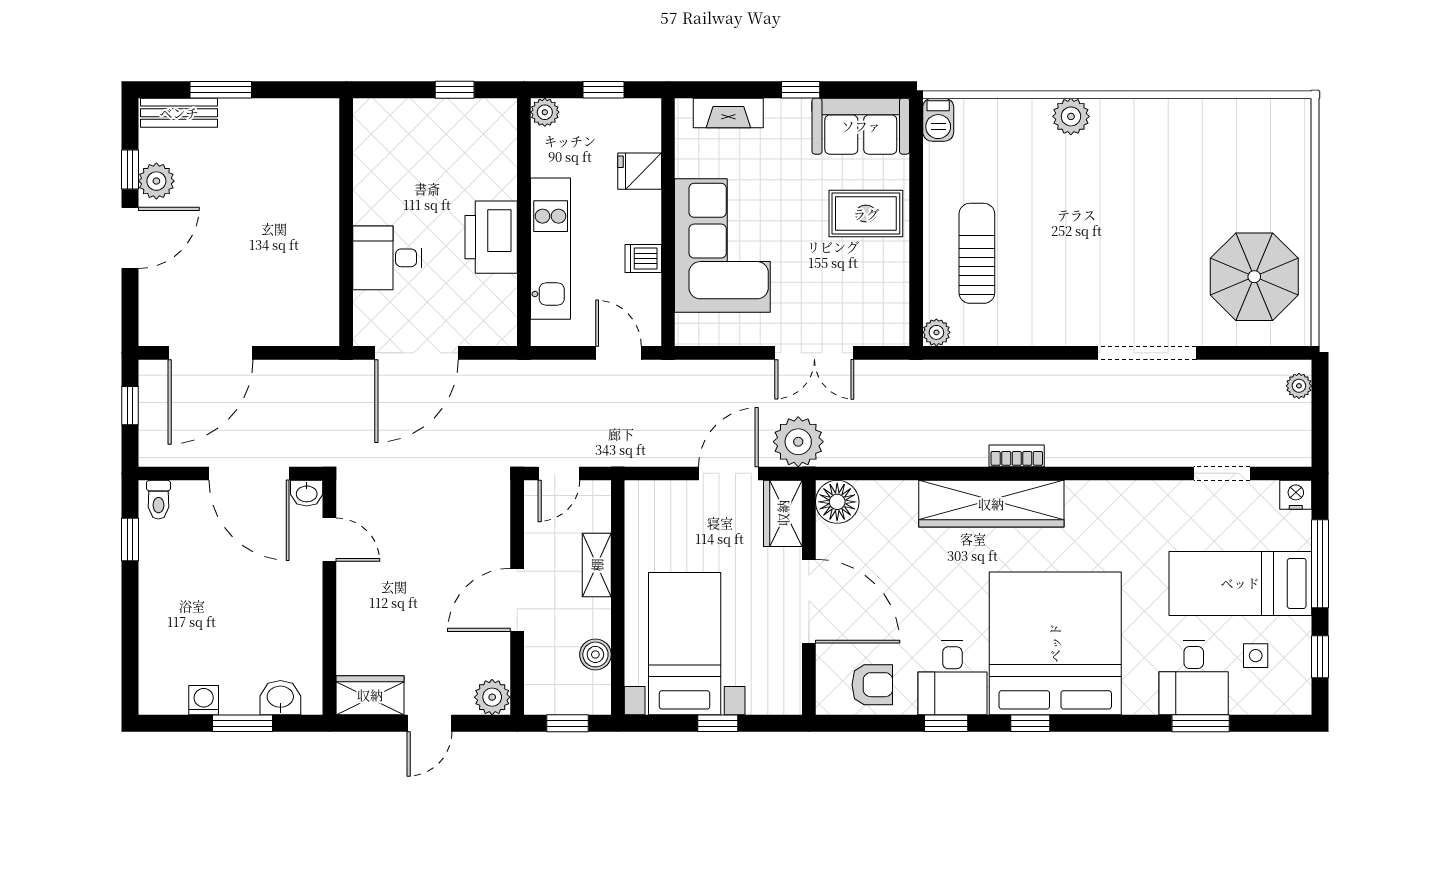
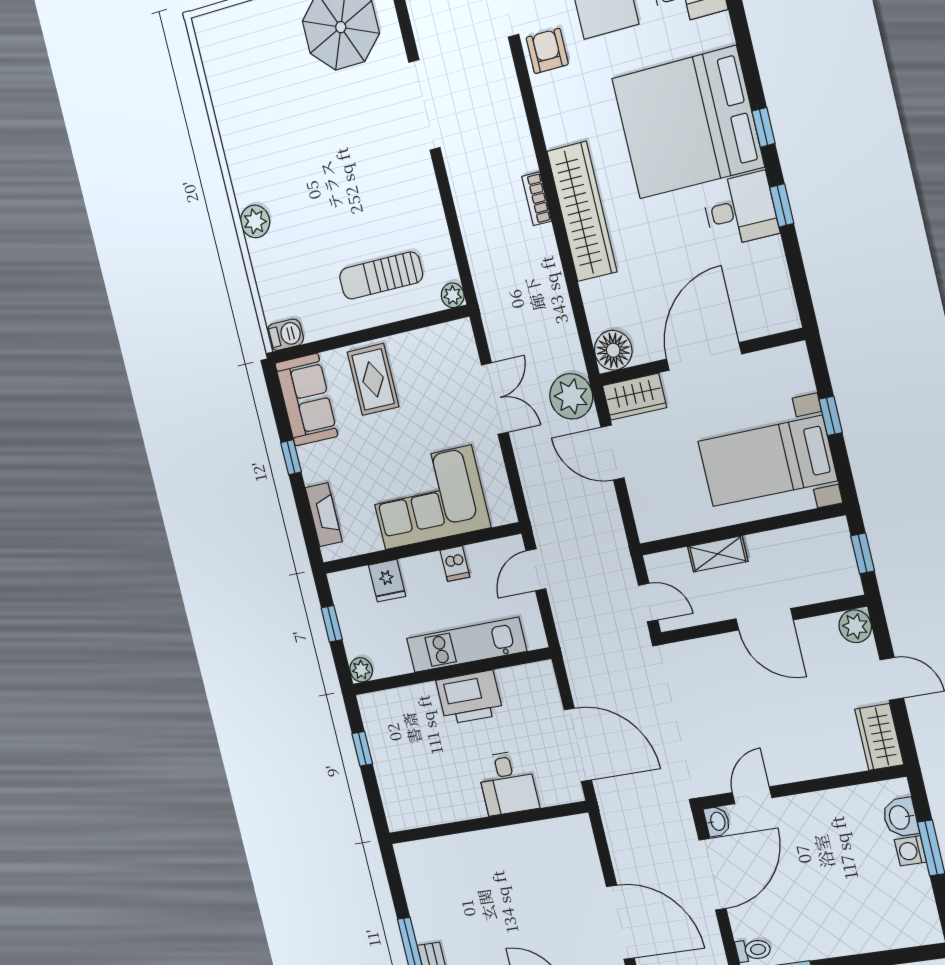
boiler: (595, 654) -> (796, 540), removed
armchair: (872, 685) -> (547, 51), moved
washing machine: (204, 700) -> (910, 851), moved

